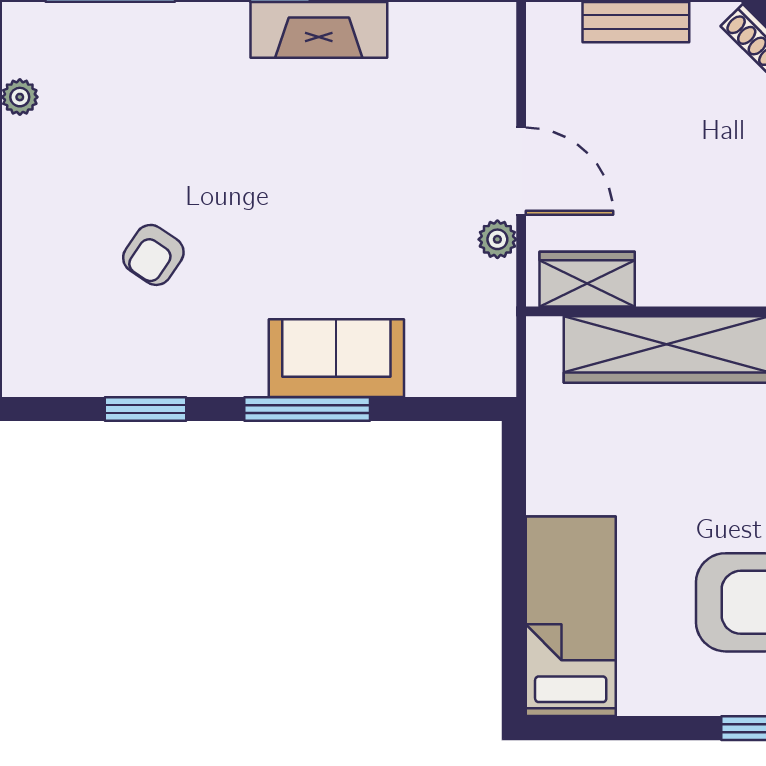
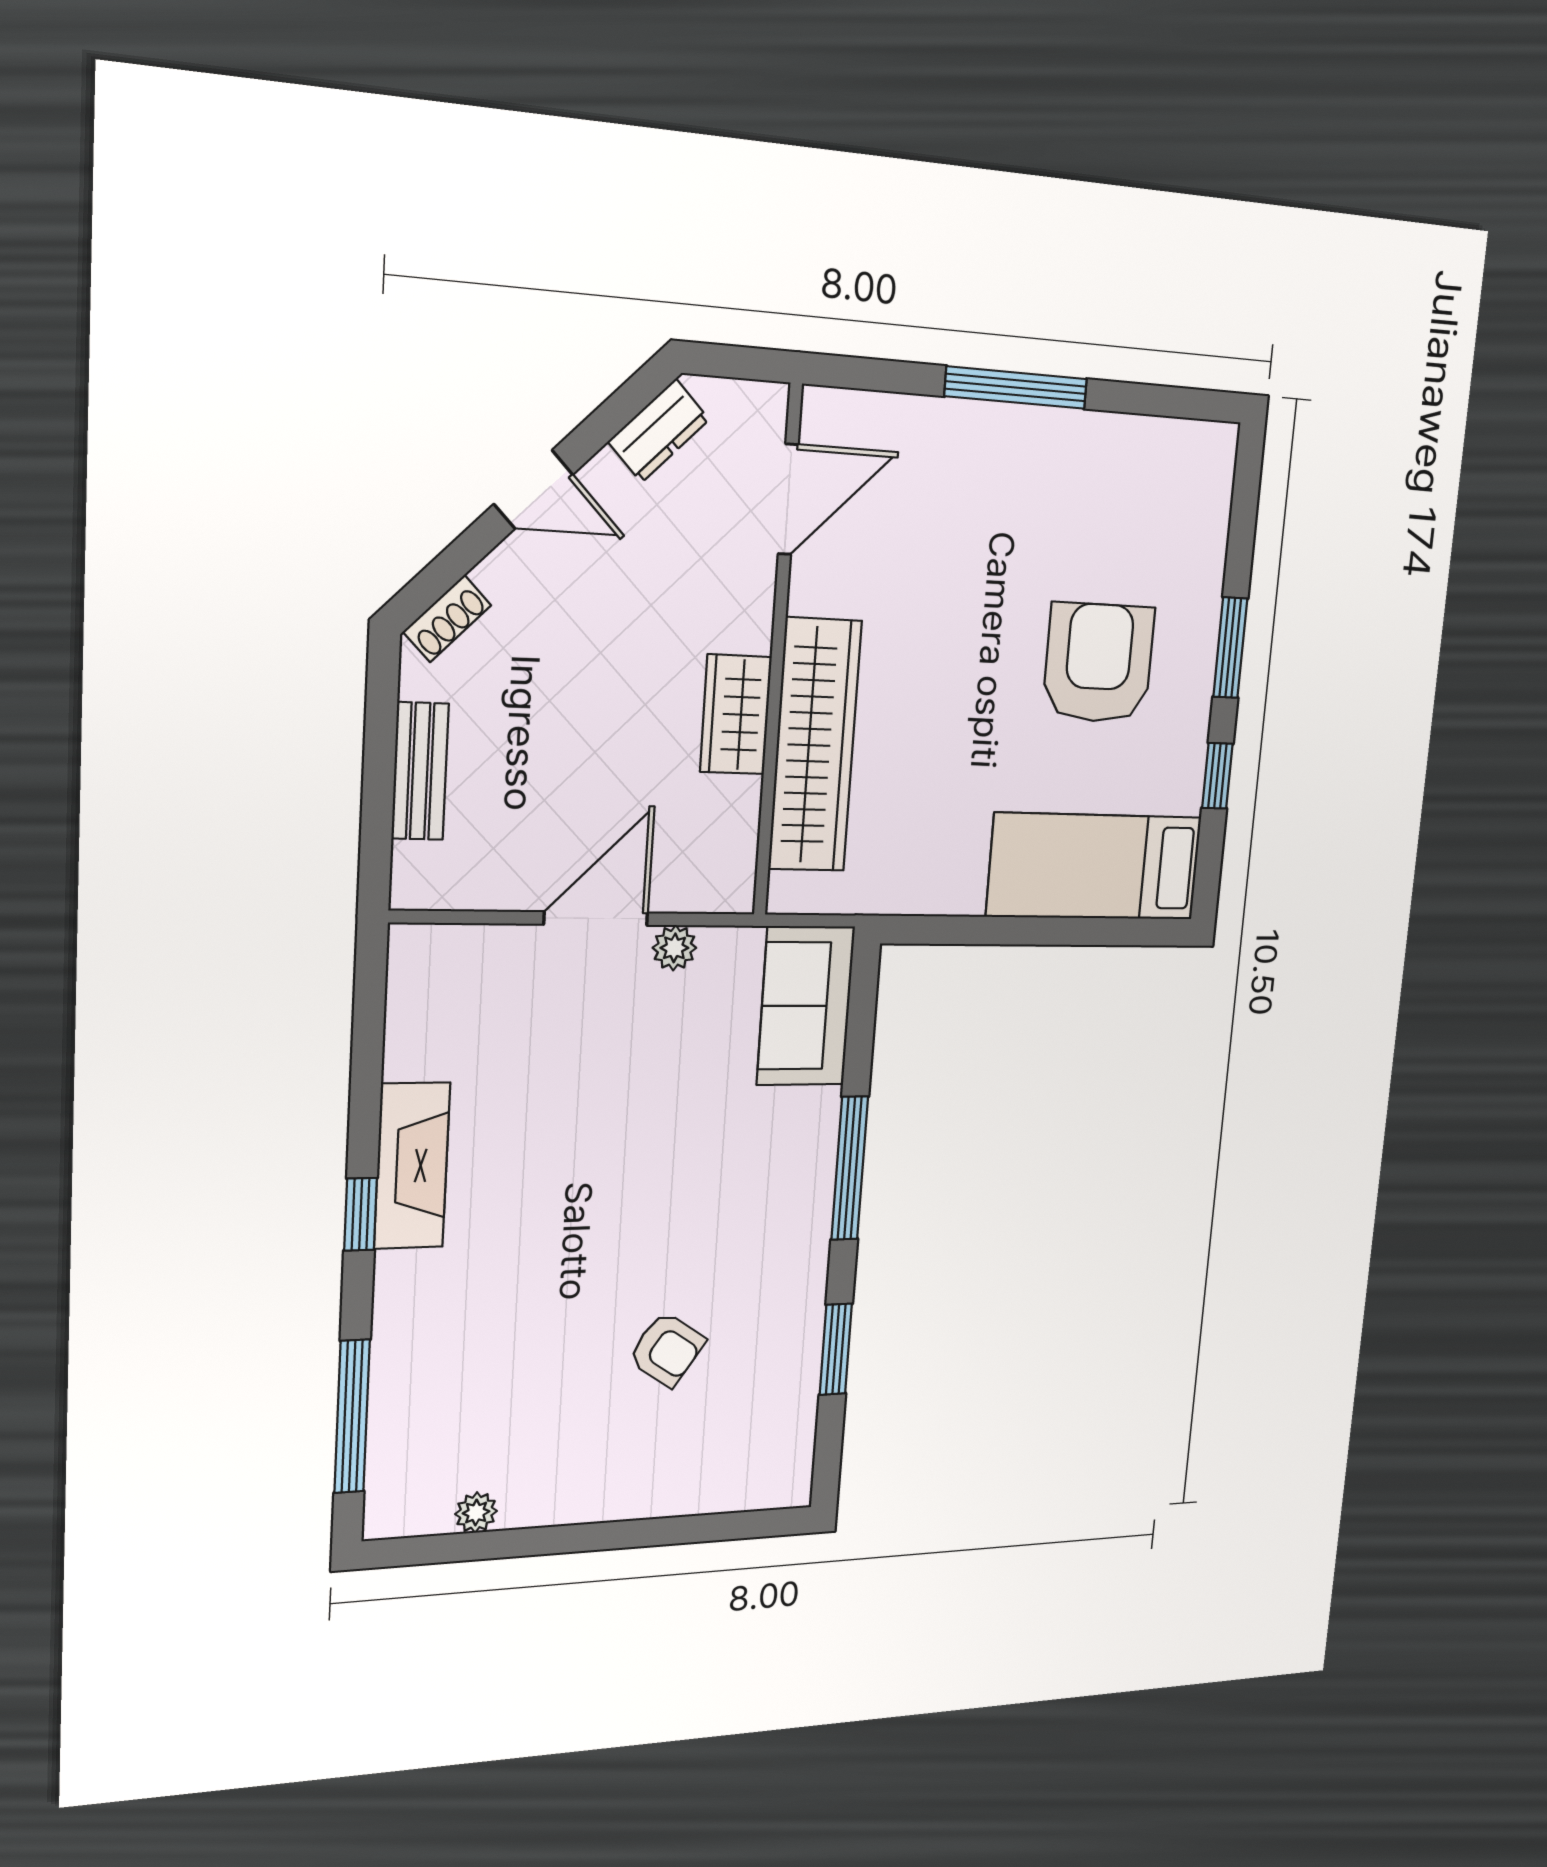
wardrobe: (587, 279) -> (736, 714), moved
sofa: (336, 358) -> (806, 1006), moved
window: (653, 728) -> (1217, 776), added

